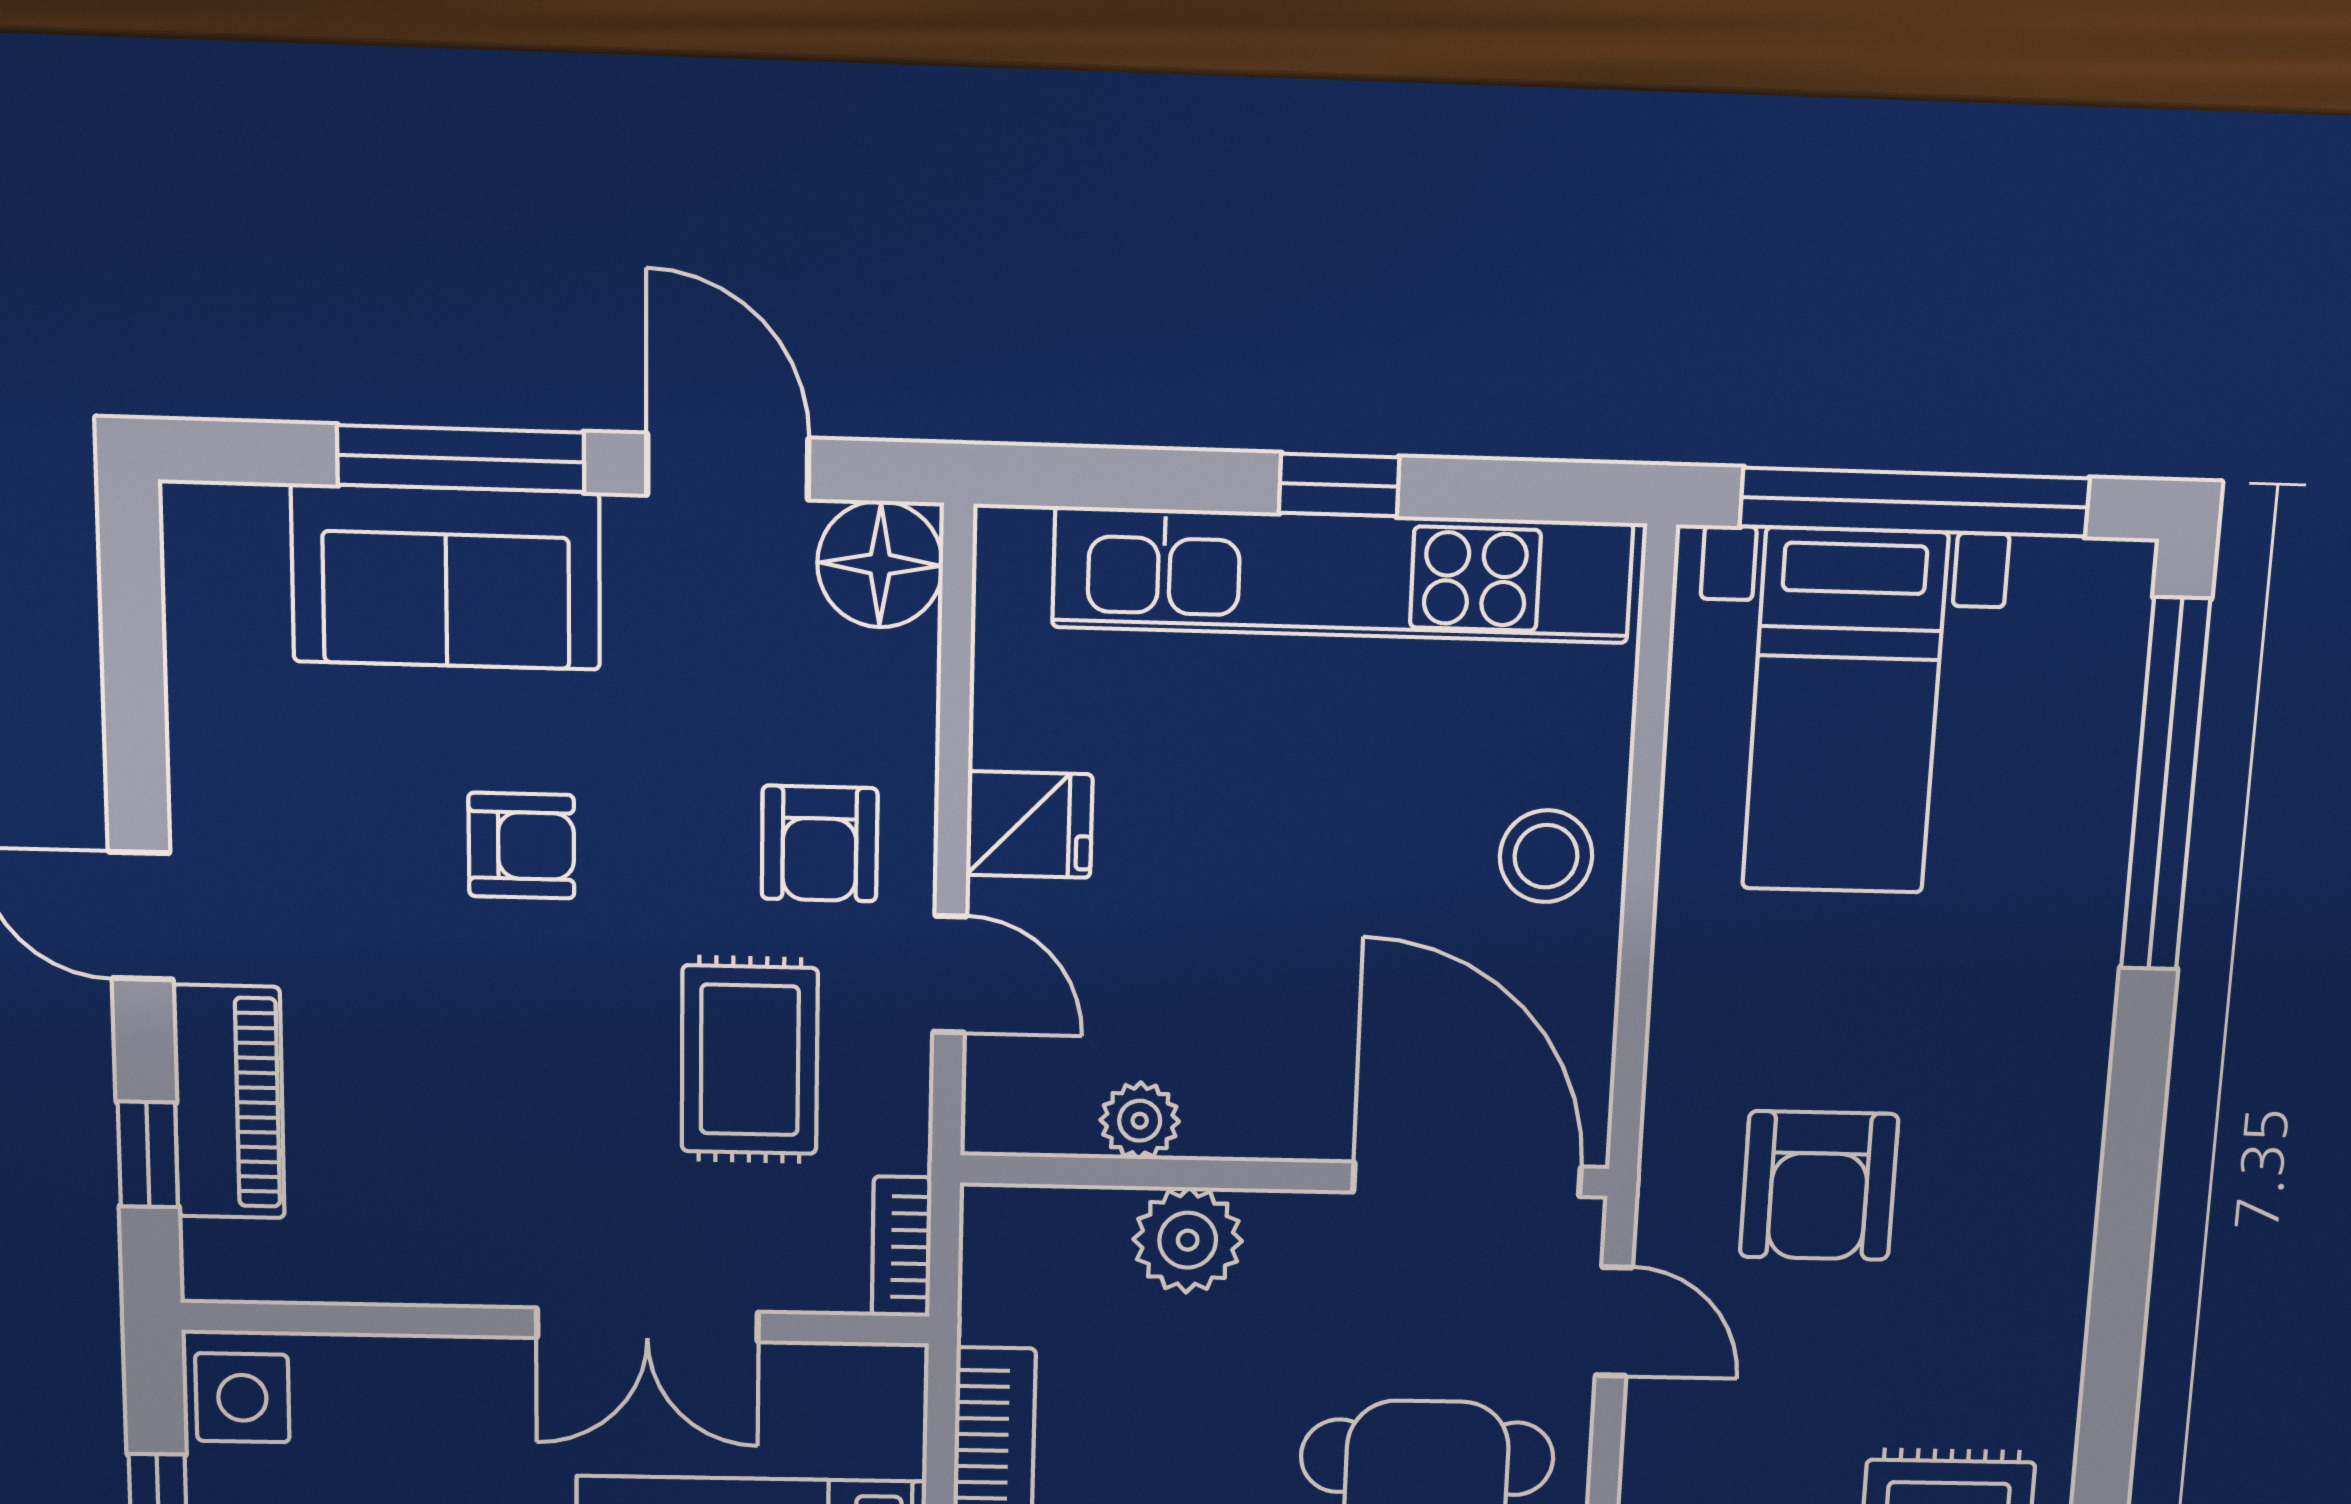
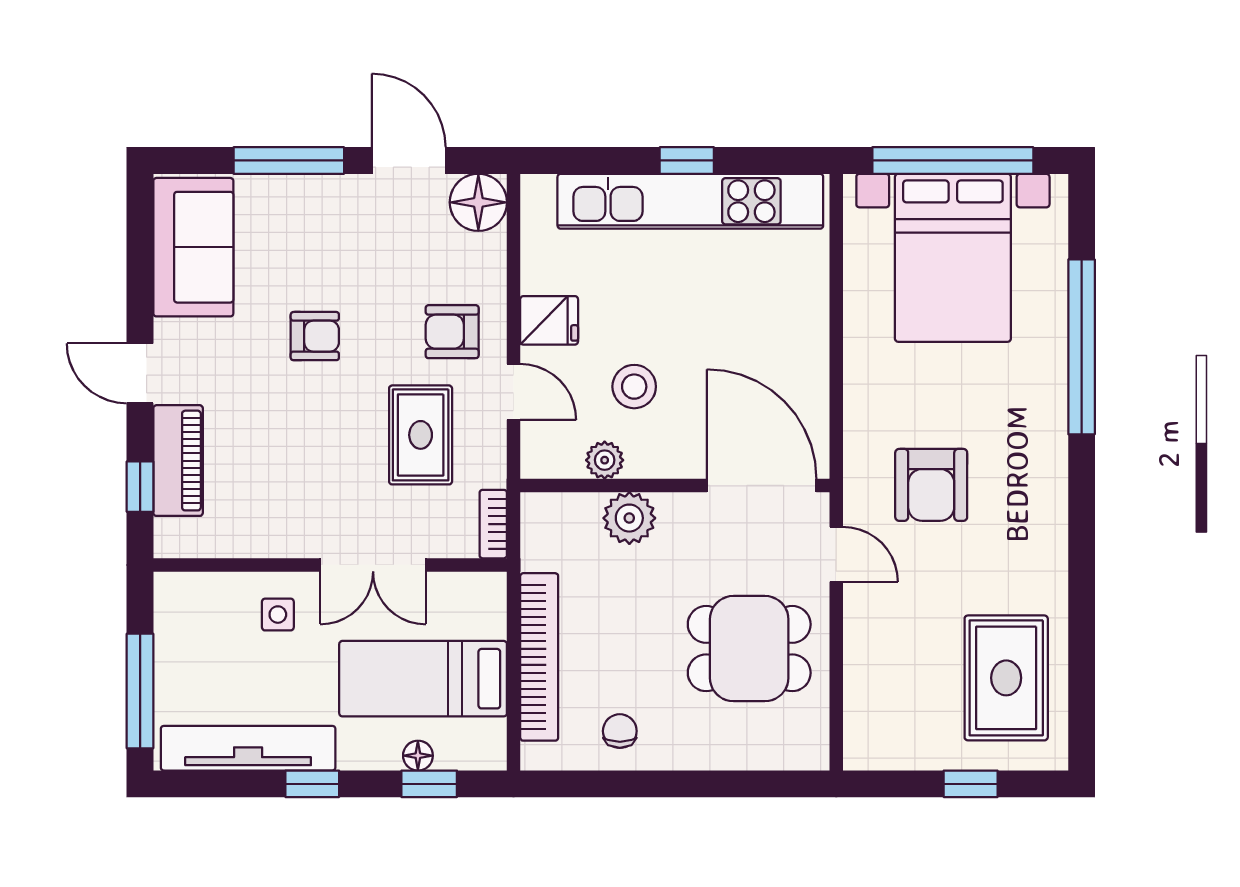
sofa: (446, 577) -> (193, 247), moved, turned -90
bed with nightstands: (1845, 712) -> (953, 258), width x1.36
window: (2165, 785) -> (1082, 347), moved
armchair: (820, 844) -> (452, 332), turned 90
stool: (1546, 856) -> (634, 387), moved
side table: (242, 1398) -> (278, 615), moved, width x0.73, depth x0.73

